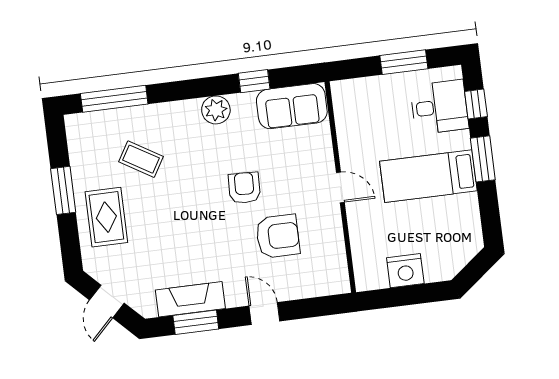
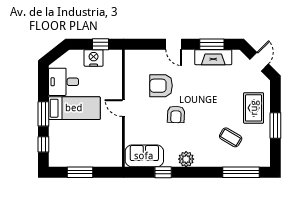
desk: (439, 107) -> (64, 82), moved
window: (396, 297) -> (101, 44), added

